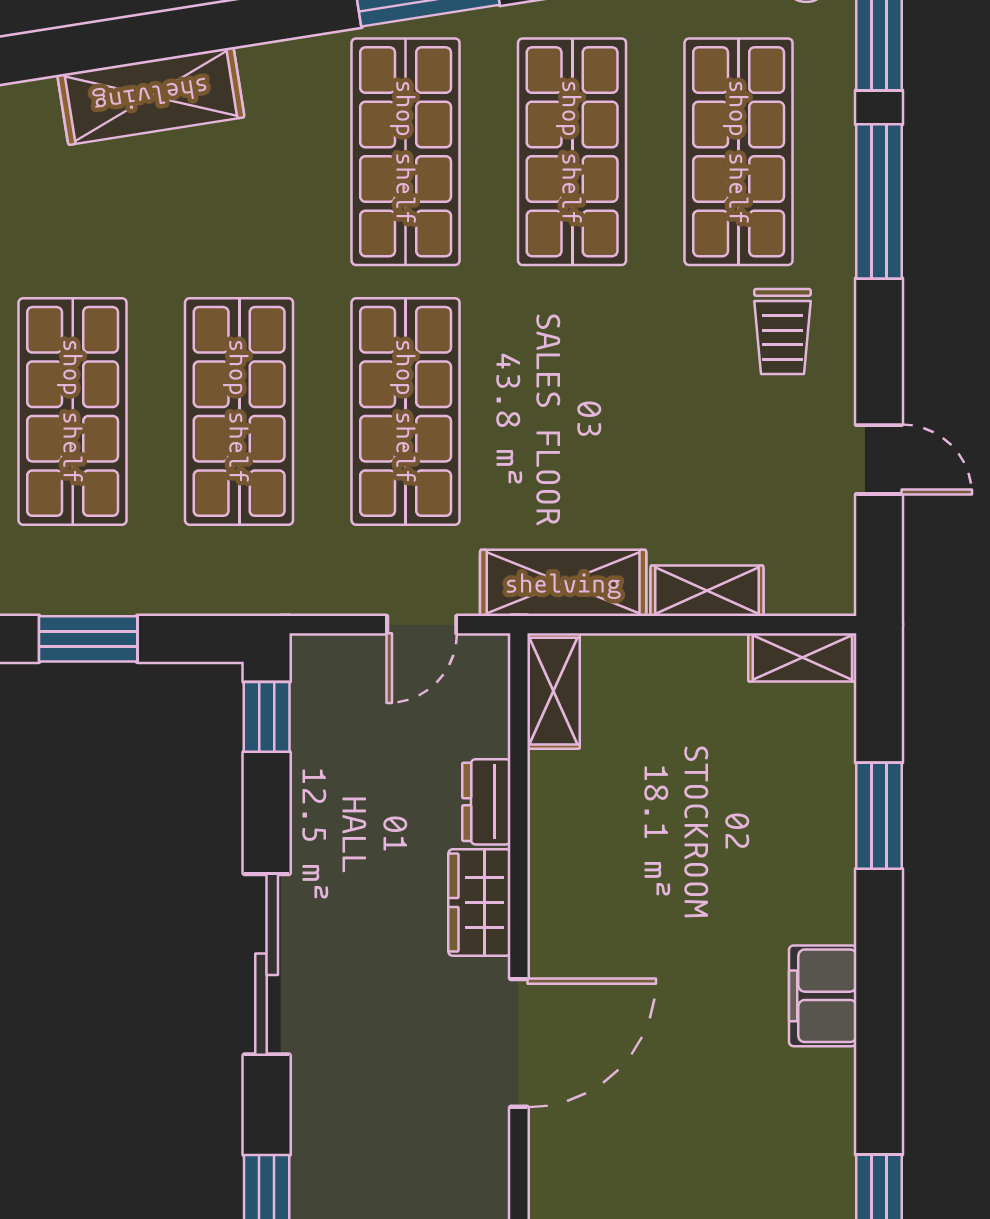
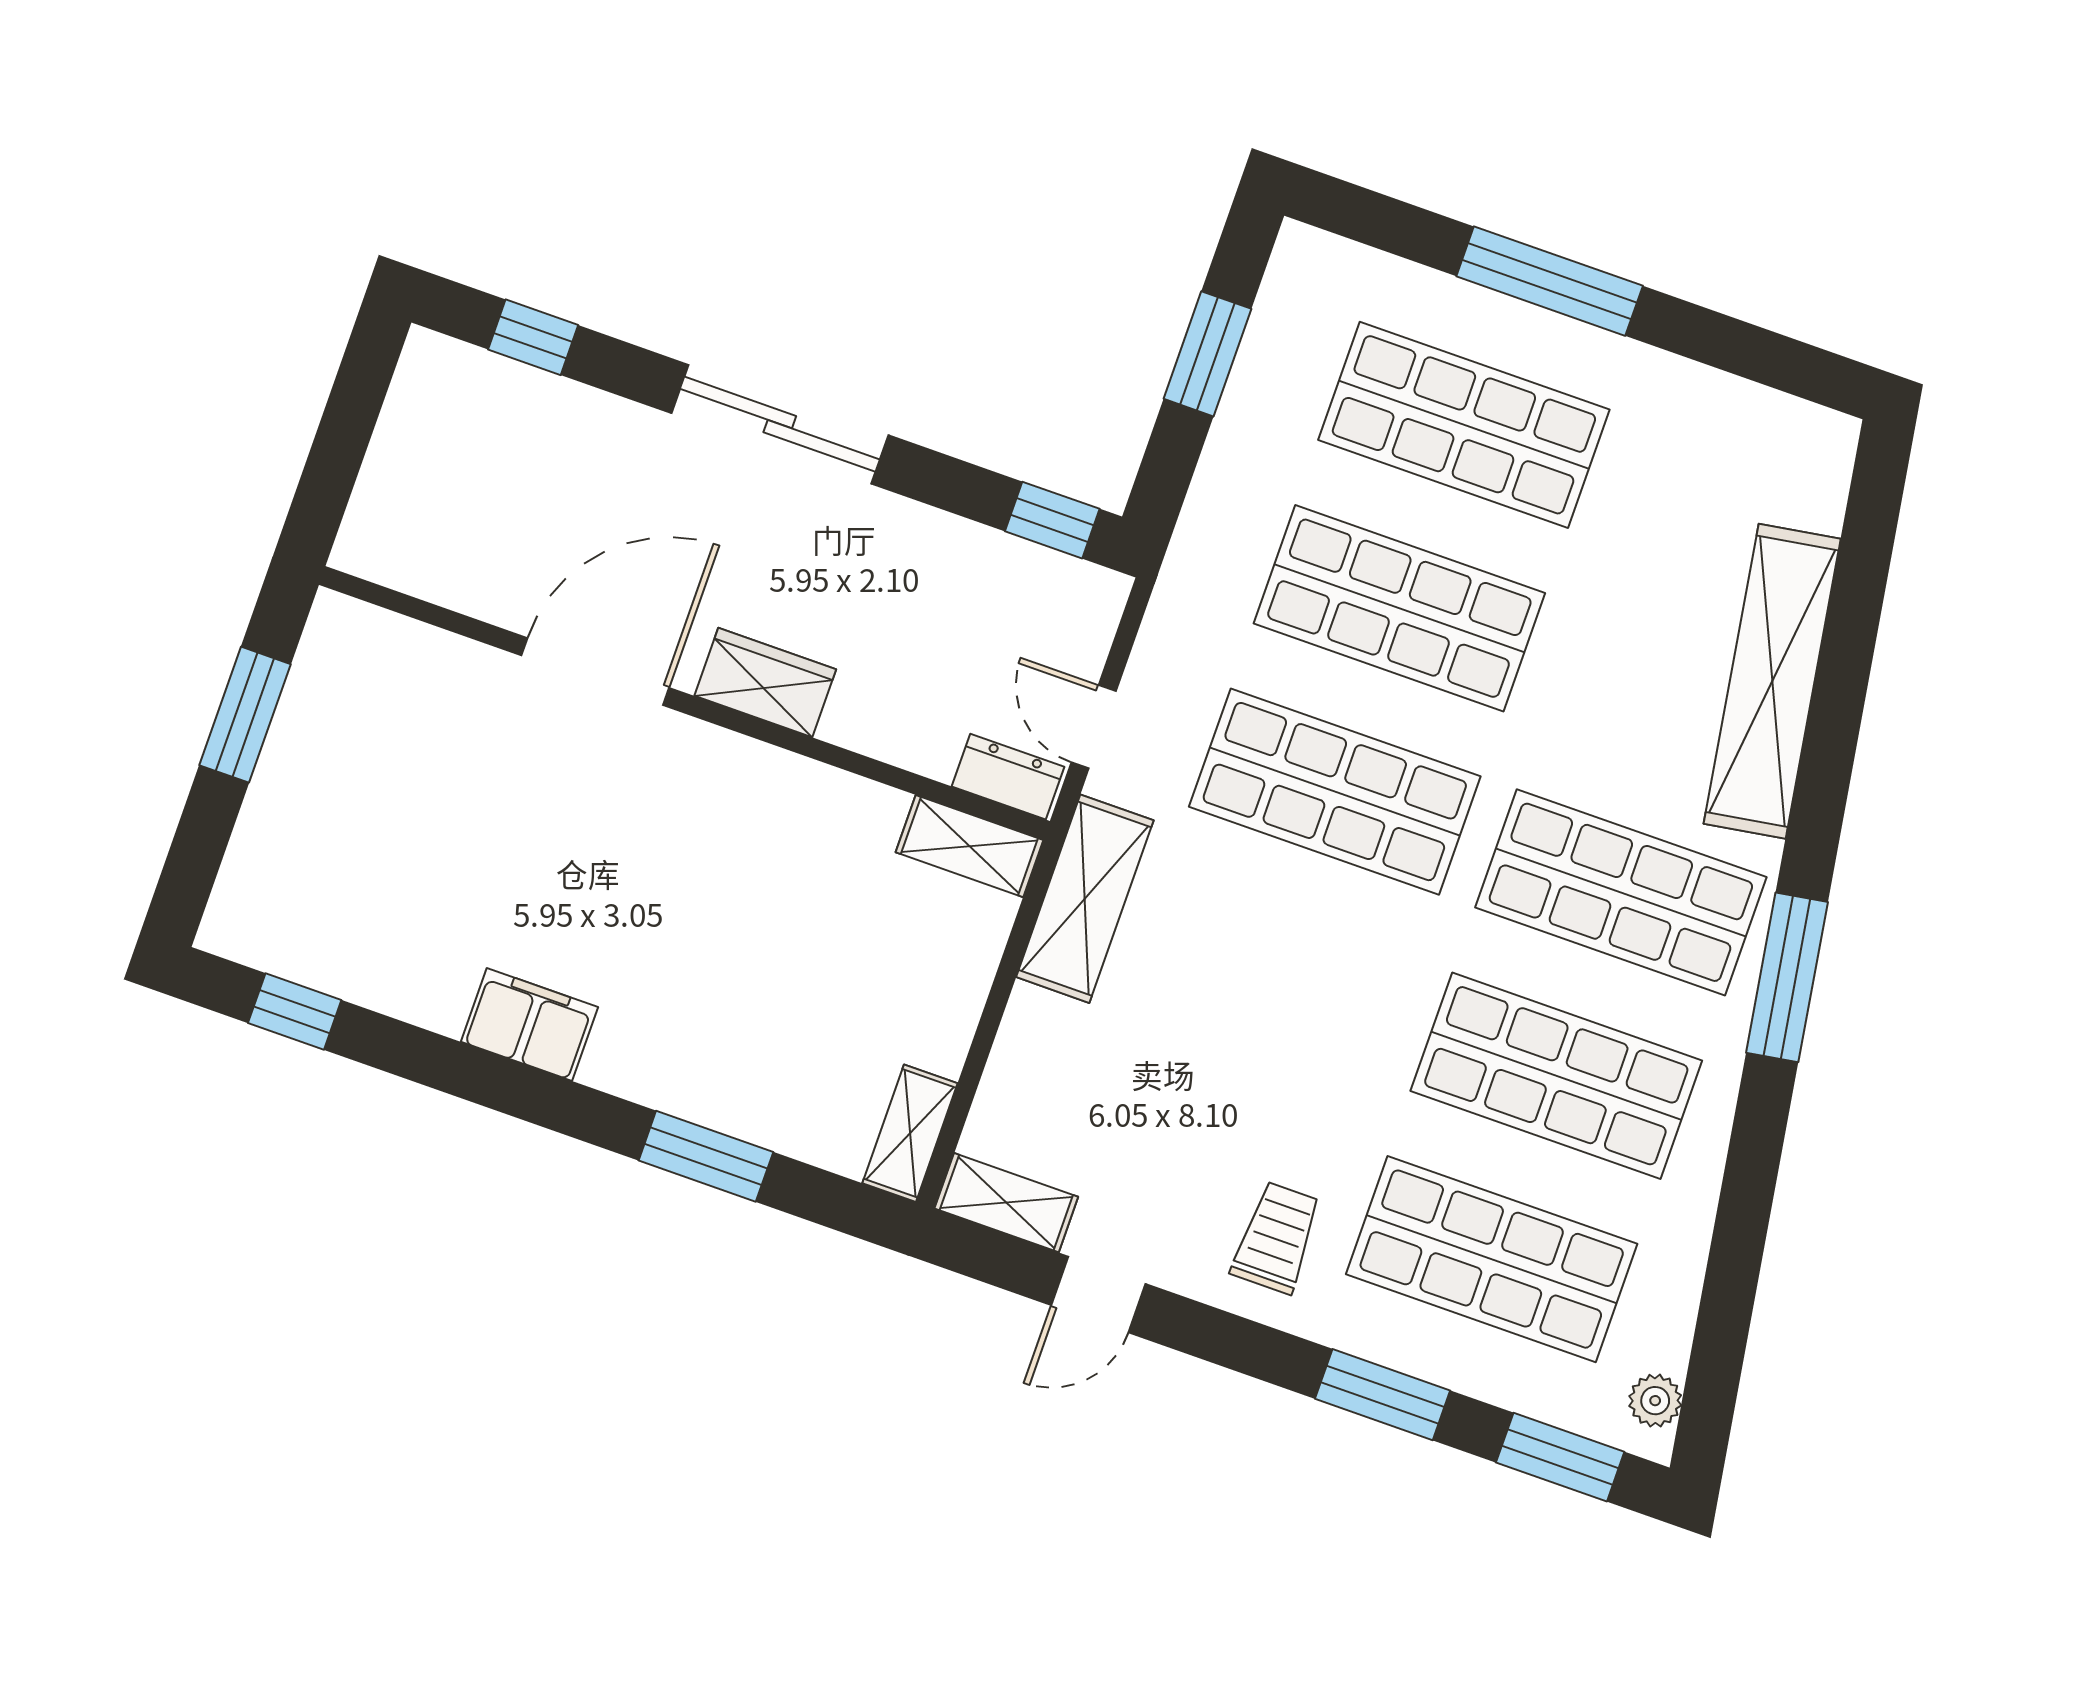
shelving: (151, 96) -> (1772, 681), width x1.47
window: (879, 201) -> (1383, 1395), width x0.69
trolley: (782, 332) -> (1277, 1238), turned 90
shelving: (707, 591) -> (1006, 1203), moved, turned 90
dresser: (486, 802) -> (1008, 777), moved
door: (519, 1043) -> (595, 672), swing flipped

